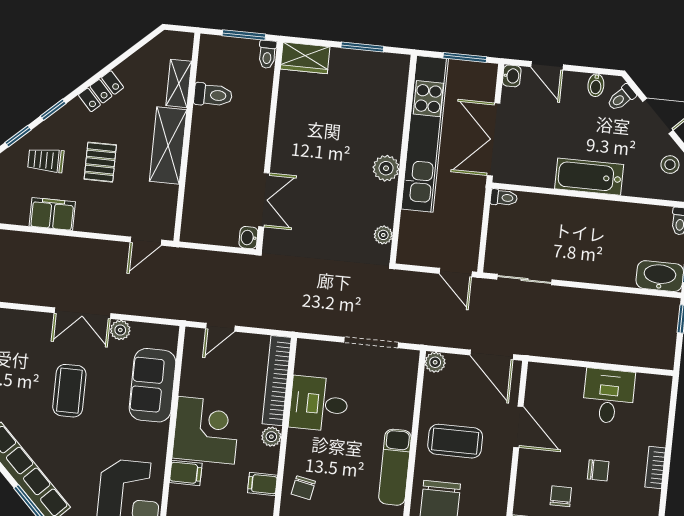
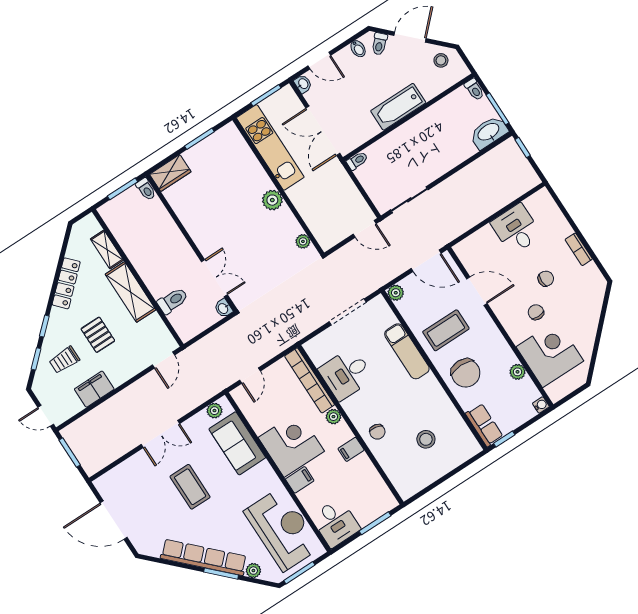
locker: (101, 91) -> (66, 283), width x1.53
toilet: (213, 95) -> (173, 301), moved
kitchen unit: (425, 134) -> (270, 147), width x0.73
plant: (120, 330) -> (214, 411), moved
exam couch: (395, 467) -> (407, 351), moved

